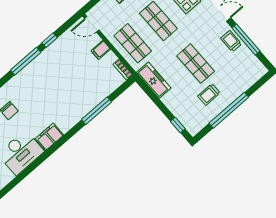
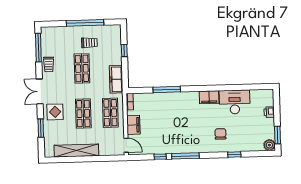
window: (246, 40) -> (38, 48), moved
filing cabinet: (101, 50) -> (133, 125), width x2.00
window: (178, 125) -> (124, 51), moved

